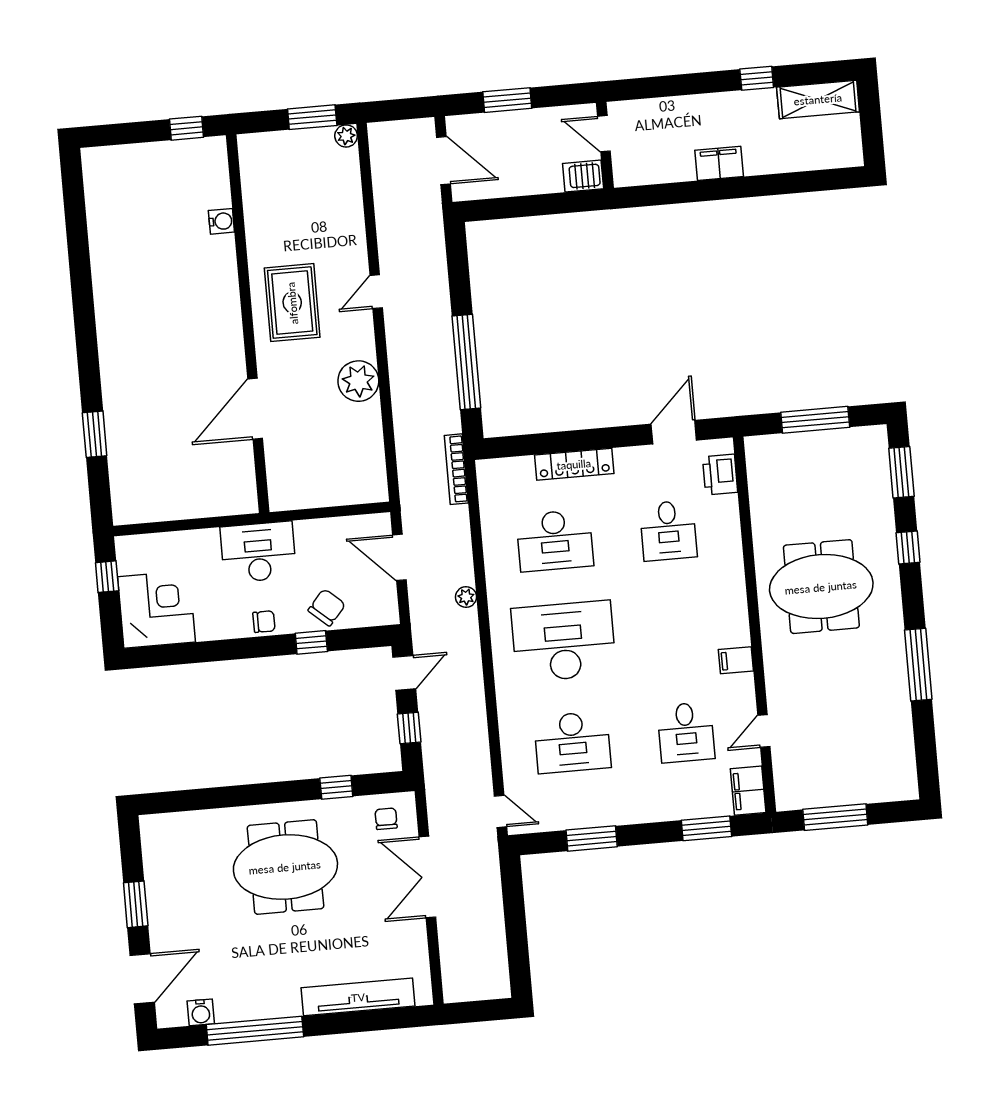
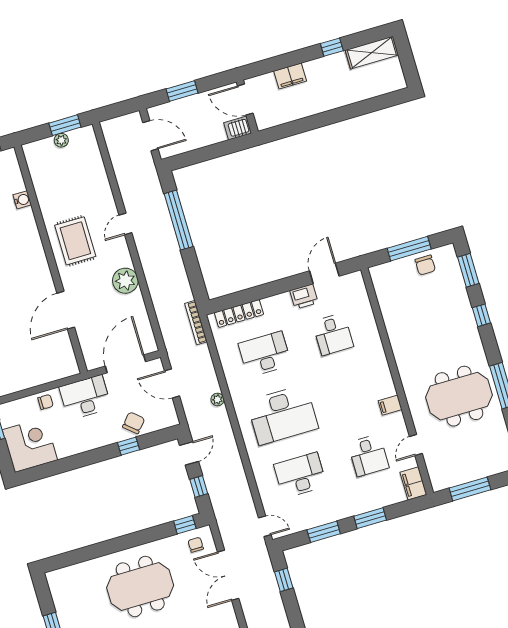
door: (604, 134) -> (245, 100), width x1.38
plant: (346, 136) -> (61, 140), moved
filing cabinet: (719, 163) -> (290, 76), moved, turned 180
window: (466, 362) -> (179, 220), moved
chair: (835, 451) -> (425, 265), added
locker: (574, 464) -> (239, 313), moved
printer: (720, 474) -> (304, 297), moved, turned -90
door: (332, 512) -> (125, 364), added
desk: (555, 540) -> (265, 354), turned 180
meeting table: (821, 587) -> (459, 396), moved
chair: (264, 622) -> (45, 402), moved
desk: (564, 641) -> (283, 415), turned 180
desk: (572, 742) -> (300, 475), turned 180
window: (336, 787) -> (185, 525), moved
window: (706, 828) -> (370, 518), moved
window: (514, 902) -> (284, 580), added

